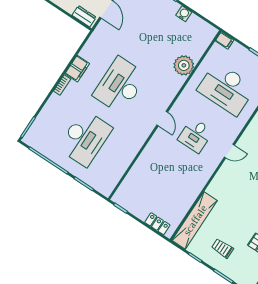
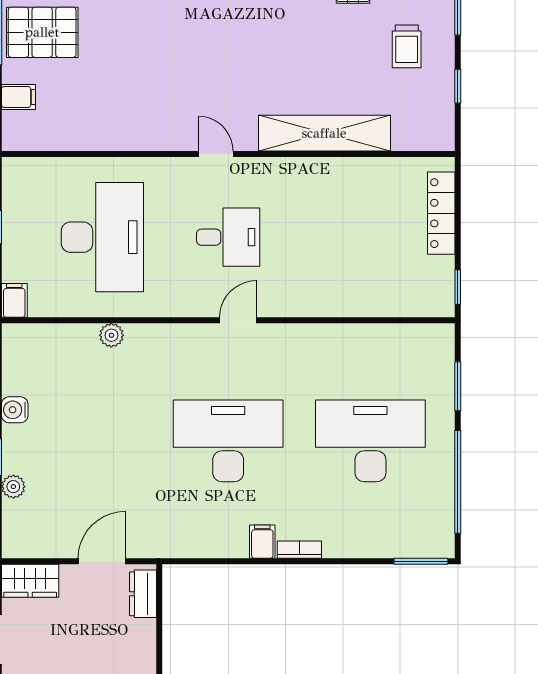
plant: (184, 65) -> (111, 335), width x0.53, depth x0.53
filing cabinet: (77, 69) -> (262, 542), width x0.50
desk: (120, 85) -> (228, 441), turned 180
shelving: (195, 220) -> (324, 133), moved
locker: (157, 224) -> (441, 213), width x1.53

